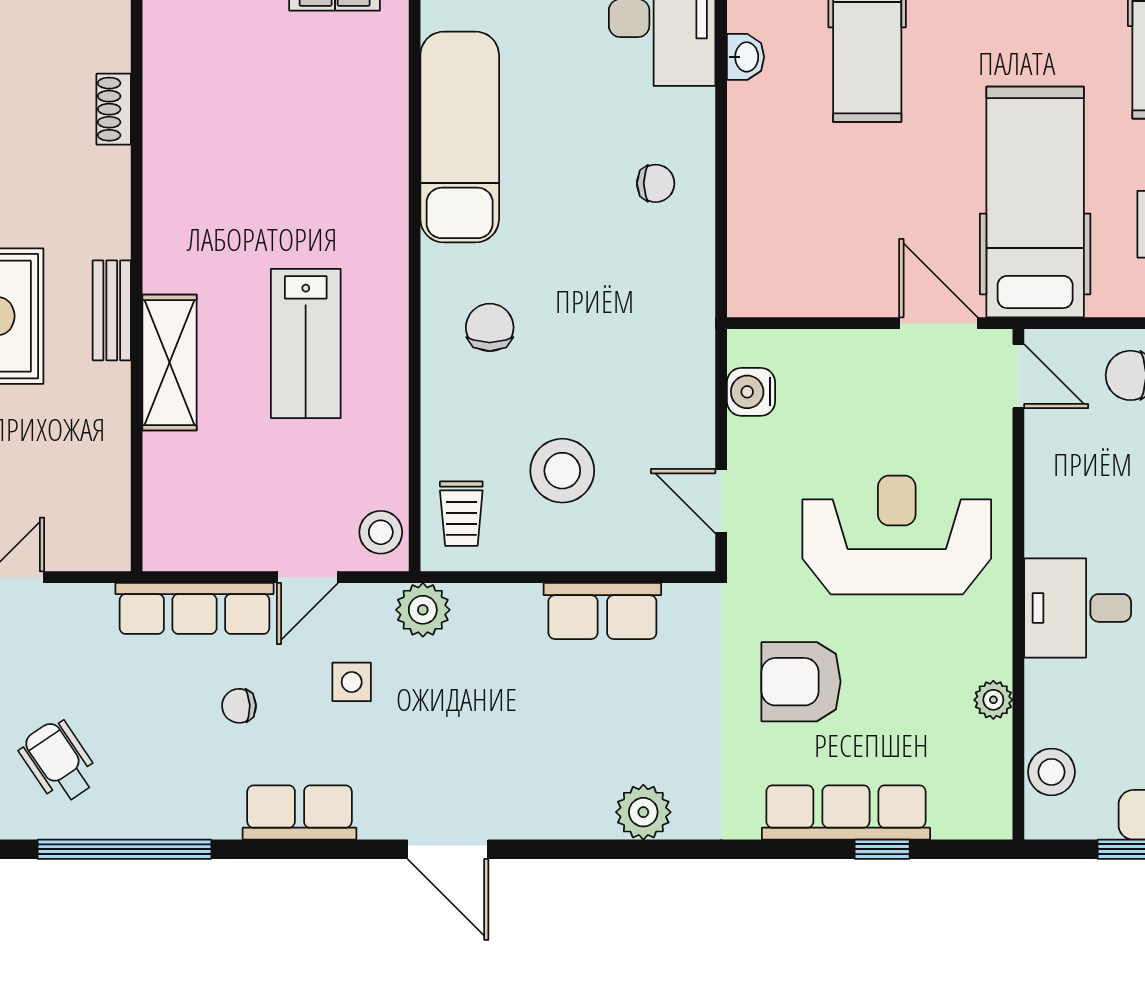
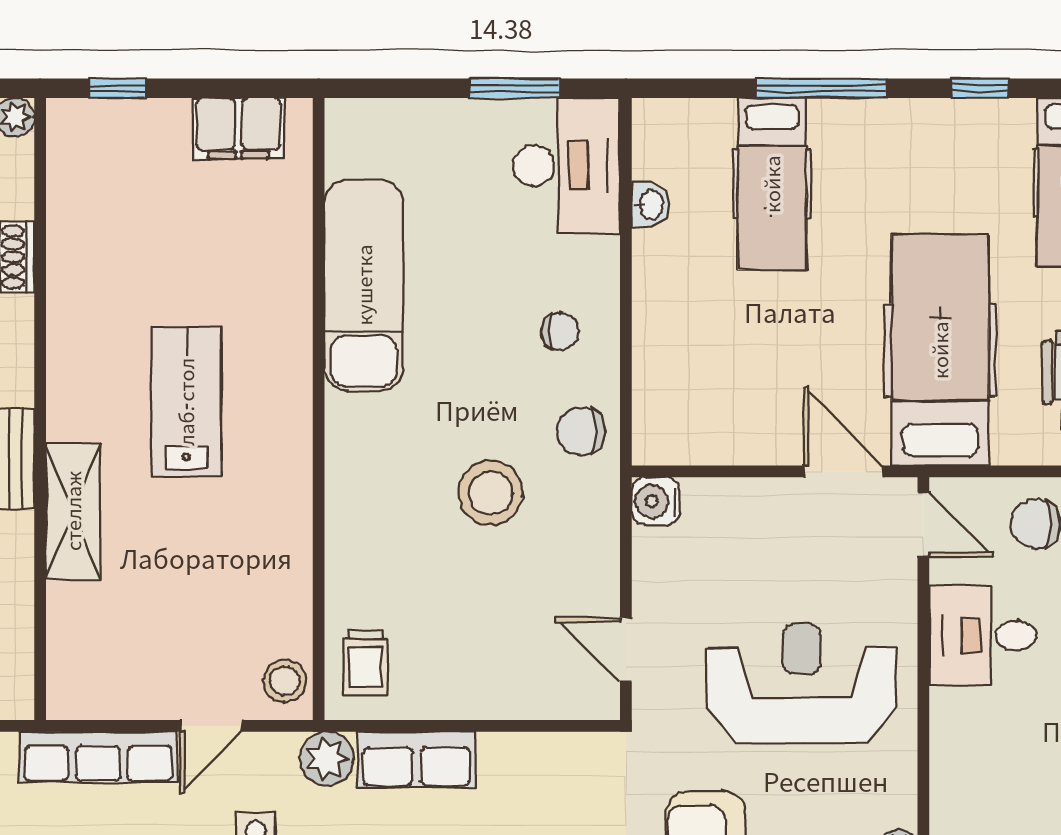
chair: (490, 327) -> (581, 431), moved, turned -90
lab bench: (306, 343) -> (186, 402), moved, turned 180
water cooler: (751, 392) -> (656, 501), moved
stool: (562, 471) -> (491, 493), moved
desk: (1078, 608) -> (983, 635), moved
row of seats: (602, 611) -> (417, 760), moved

